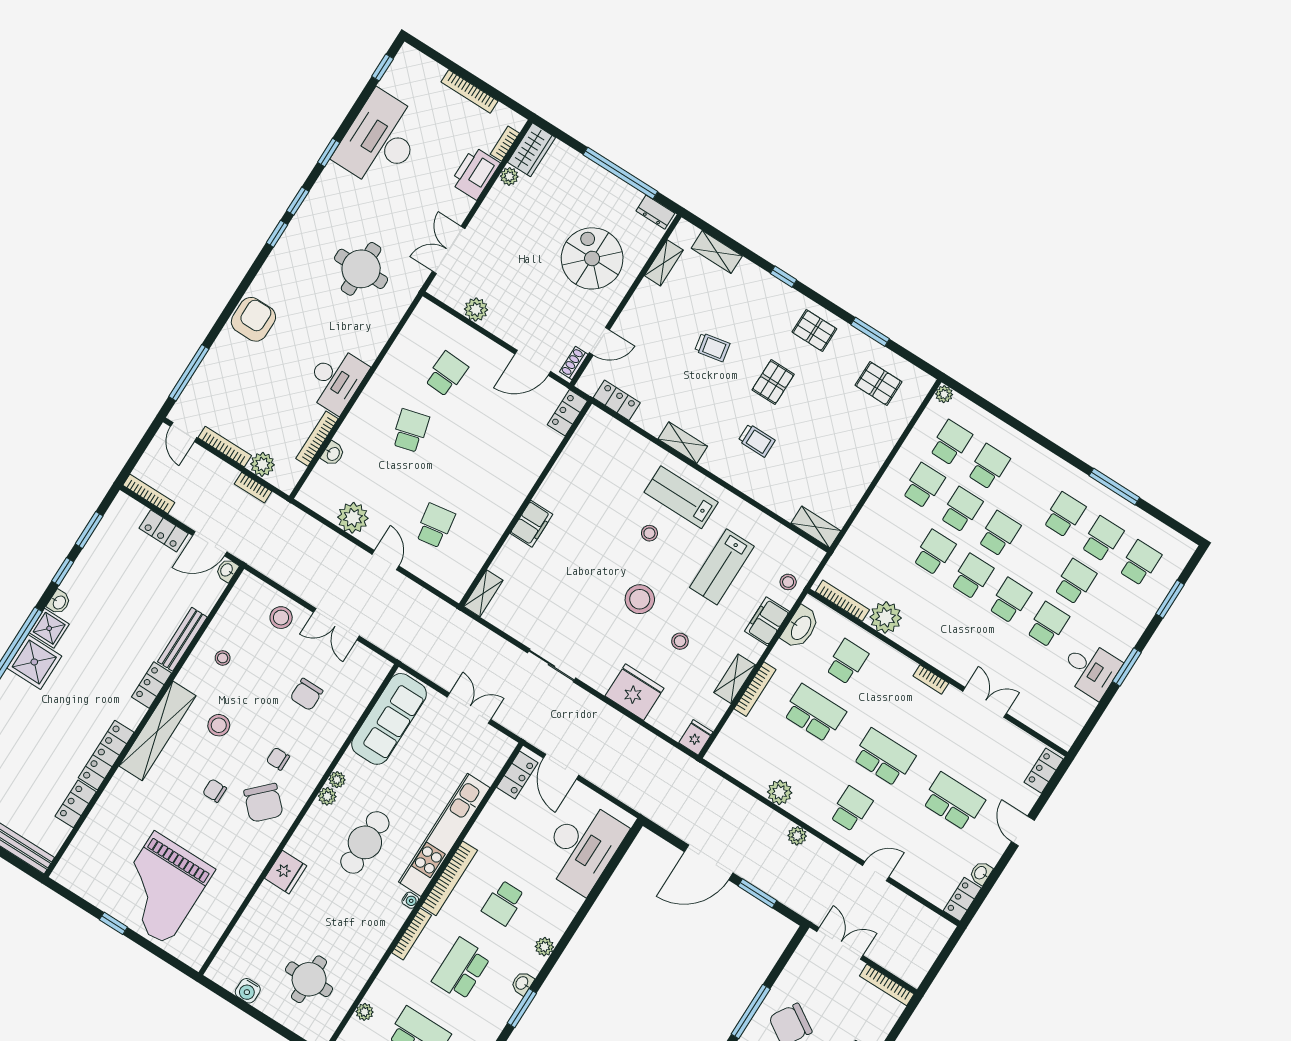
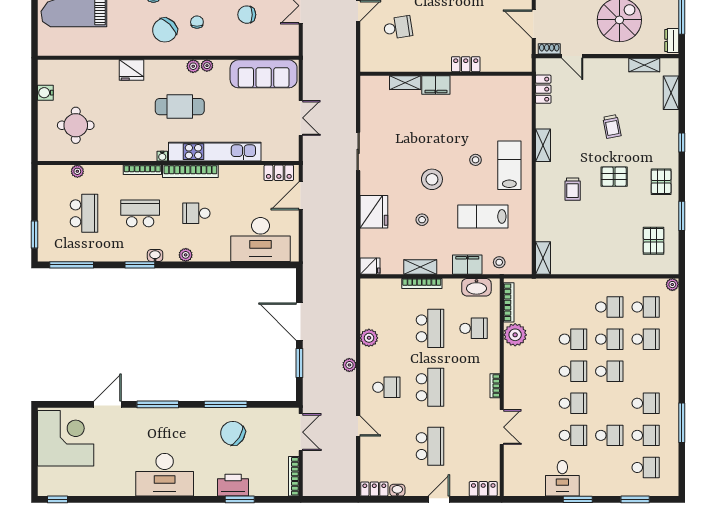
locker: (567, 413) -> (466, 64), moved
shelving: (483, 593) -> (405, 83), moved

